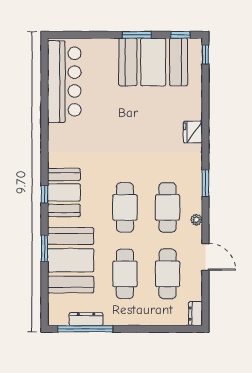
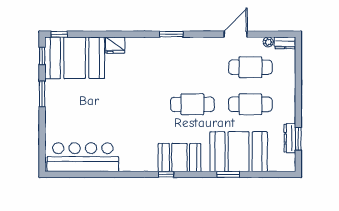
booth: (153, 62) -> (75, 58), moved, turned 90
fridge: (193, 132) -> (115, 45), moved
window: (44, 194) -> (166, 174), moved
cafe table: (168, 207) -> (192, 67), removed
plant: (196, 220) -> (268, 42), moved
window: (85, 329) -> (298, 139), width x0.47

